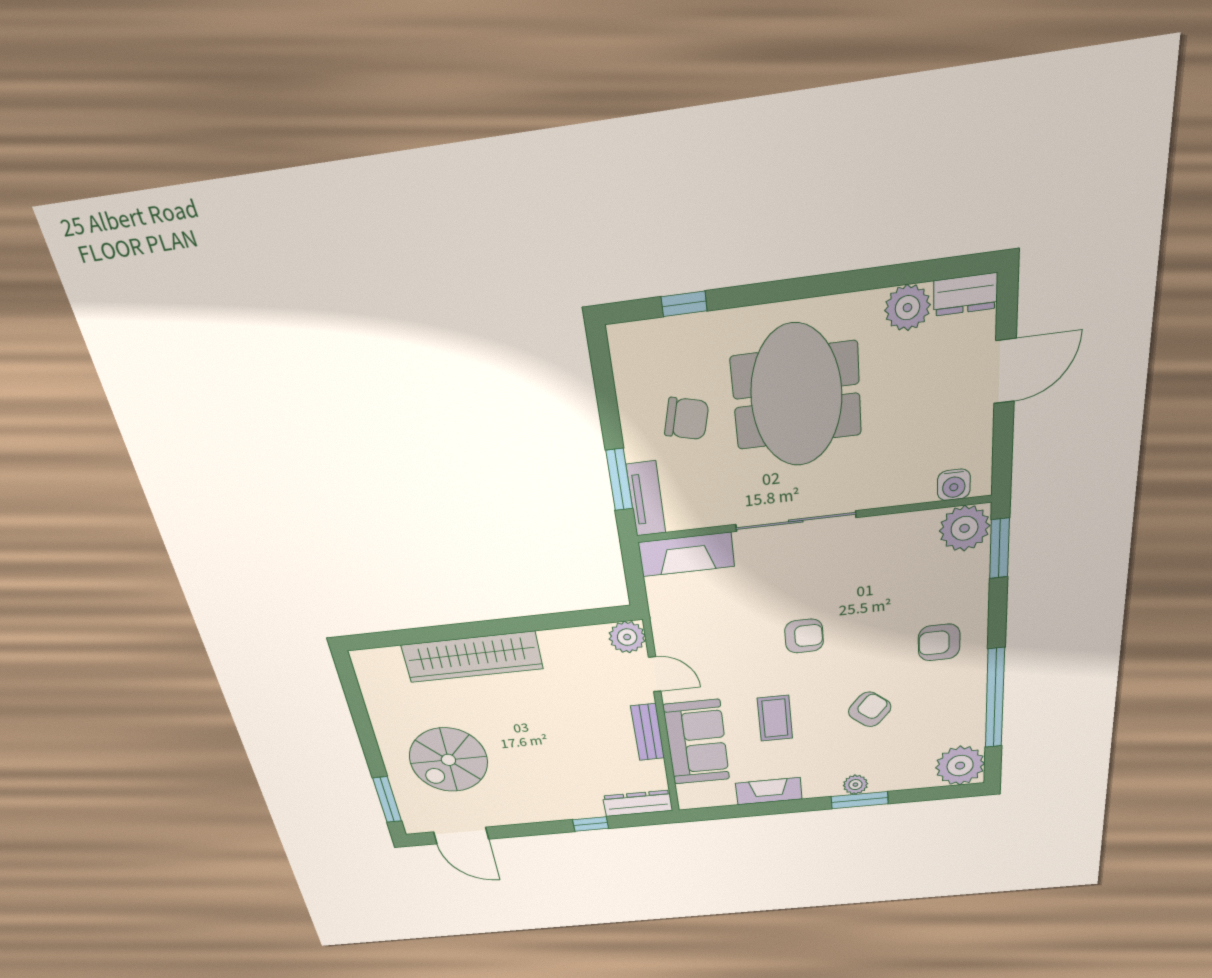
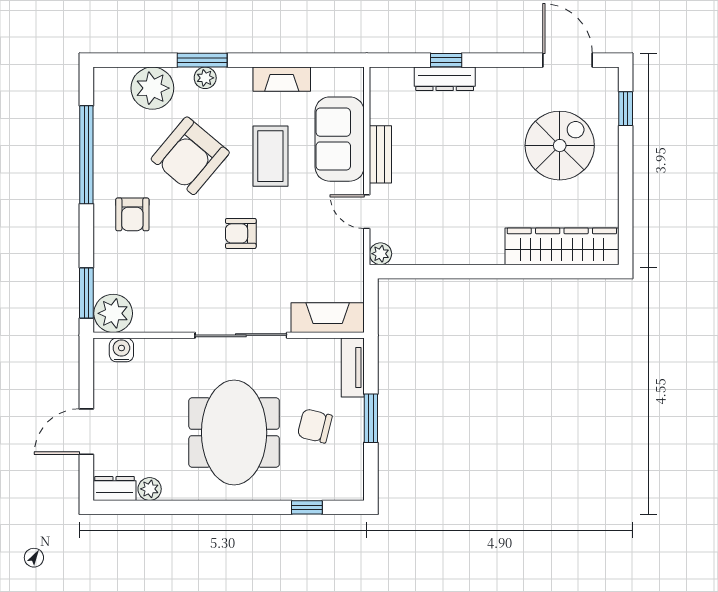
plant: (907, 308) -> (150, 489), width x0.73, depth x0.73
window: (619, 480) -> (371, 418), moved
plant: (627, 637) -> (380, 254), width x0.73, depth x0.73
armchair: (939, 642) -> (132, 214), turned 90
wardrobe: (472, 657) -> (562, 246), moved
armchair: (870, 709) -> (190, 156), width x1.88, depth x1.88
coffee table: (775, 718) -> (270, 156), width x1.36, depth x1.30
plant: (960, 766) -> (152, 88), moved
window: (387, 800) -> (626, 109), width x0.67
dresser: (638, 803) -> (445, 79), moved

